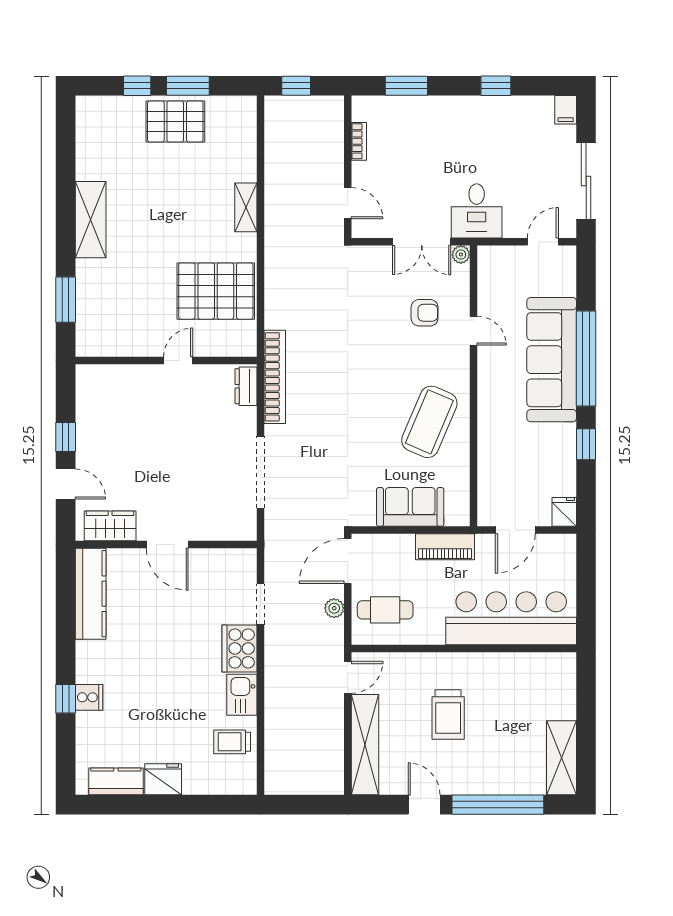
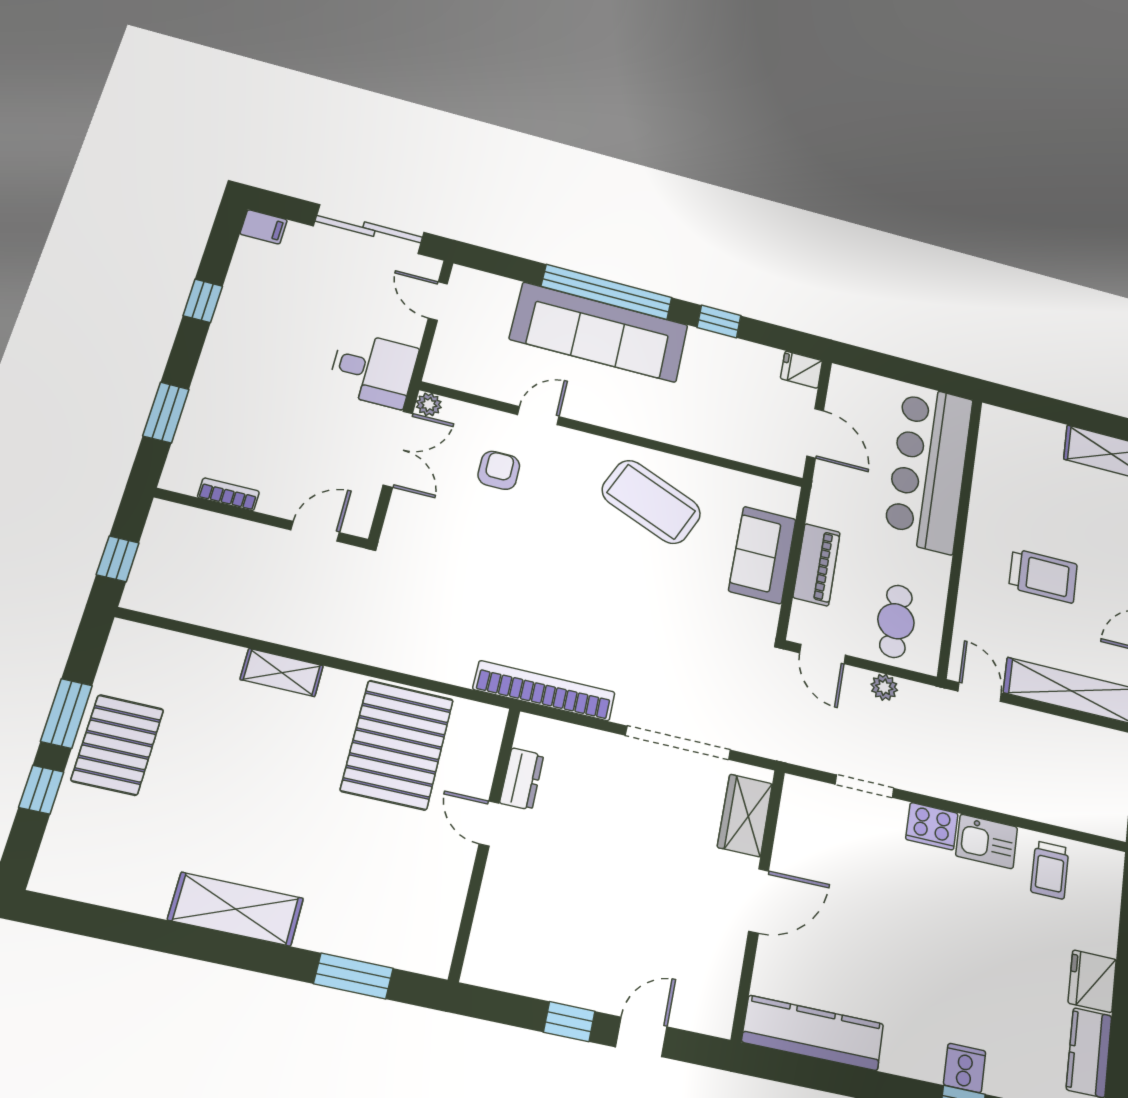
dresser: (246, 386) -> (522, 779), moved, turned -90
wardrobe: (110, 526) -> (745, 815), moved
piano: (445, 547) -> (817, 565), moved
door: (348, 561) -> (823, 654), width x0.73
cooker: (239, 648) -> (932, 826), width x0.73, depth x0.76

